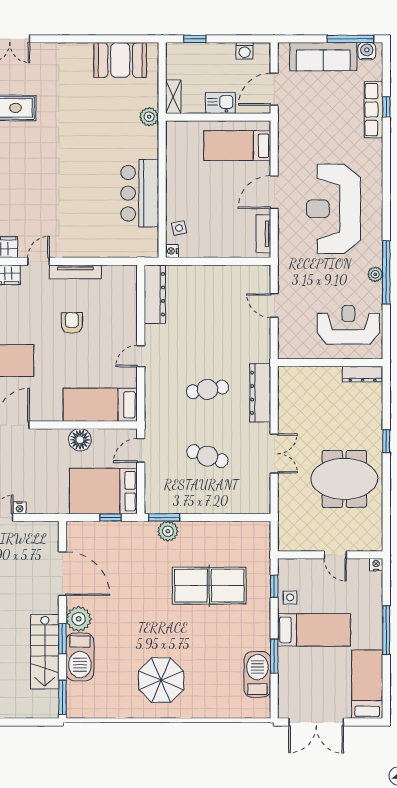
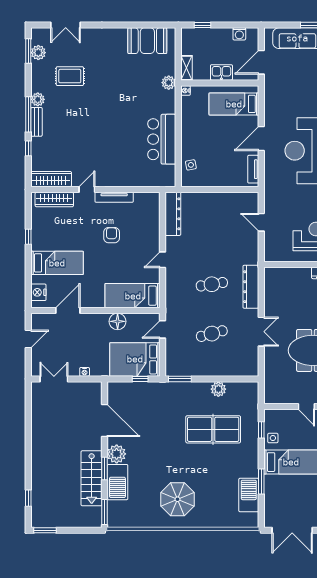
nightstand: (172, 251) -> (186, 91), moved
cafe table: (207, 456) -> (212, 334), turned -33
nightstand: (20, 508) -> (85, 372), moved
plant: (168, 531) -> (218, 389), moved

